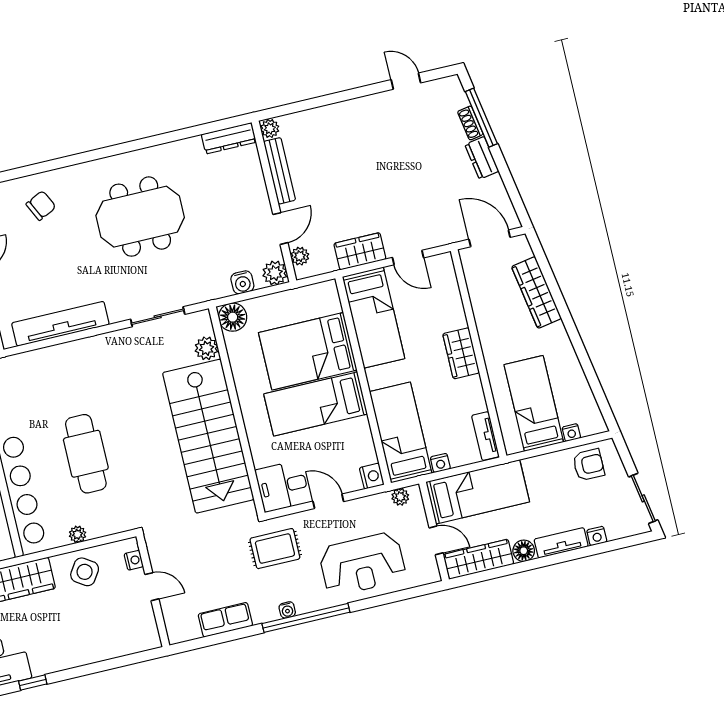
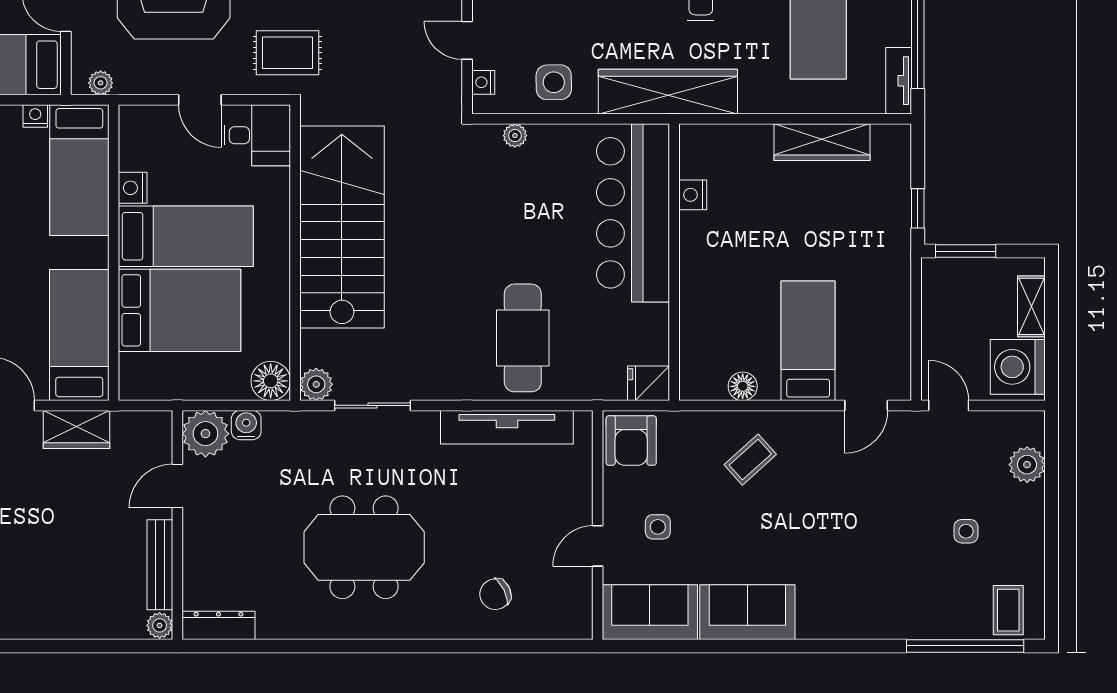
plant: (300, 256) -> (160, 442), removed
plant: (275, 273) -> (205, 434), width x1.36, depth x1.36
plant: (206, 348) -> (316, 384), moved
cafe table: (86, 454) -> (523, 338), moved
nightstand: (372, 476) -> (133, 188), moved
plant: (78, 534) -> (515, 136), moved
side table: (85, 572) -> (554, 82), turned -34

